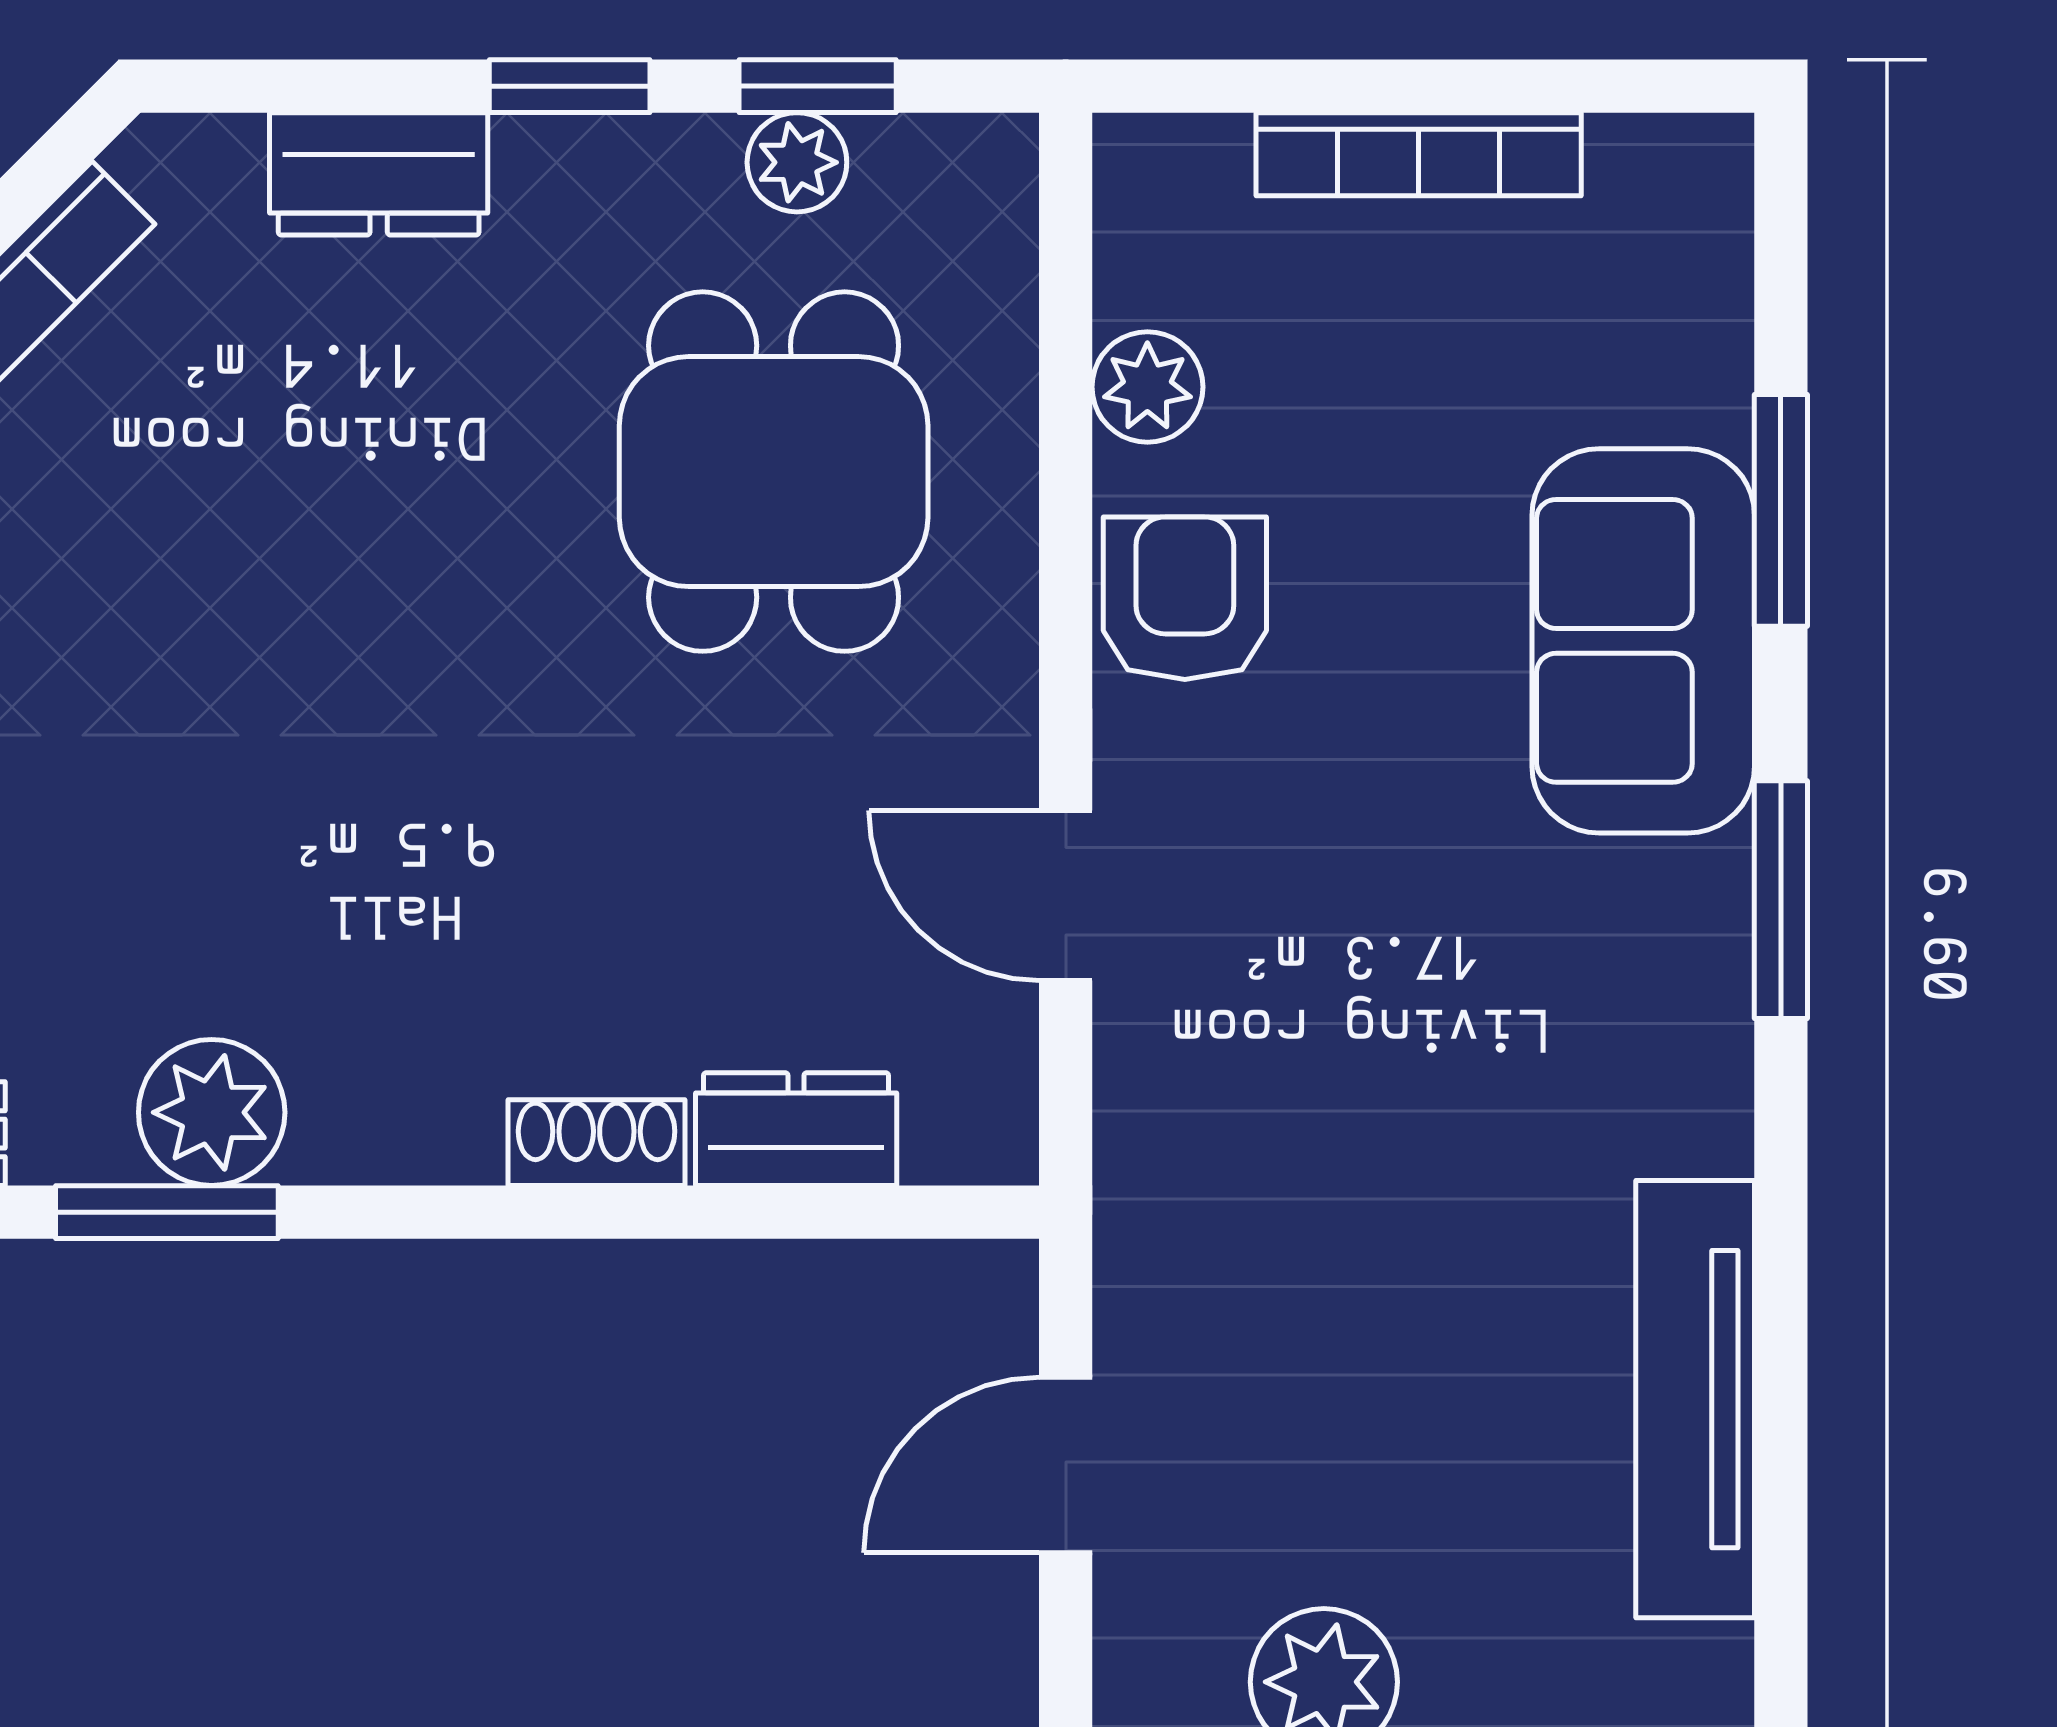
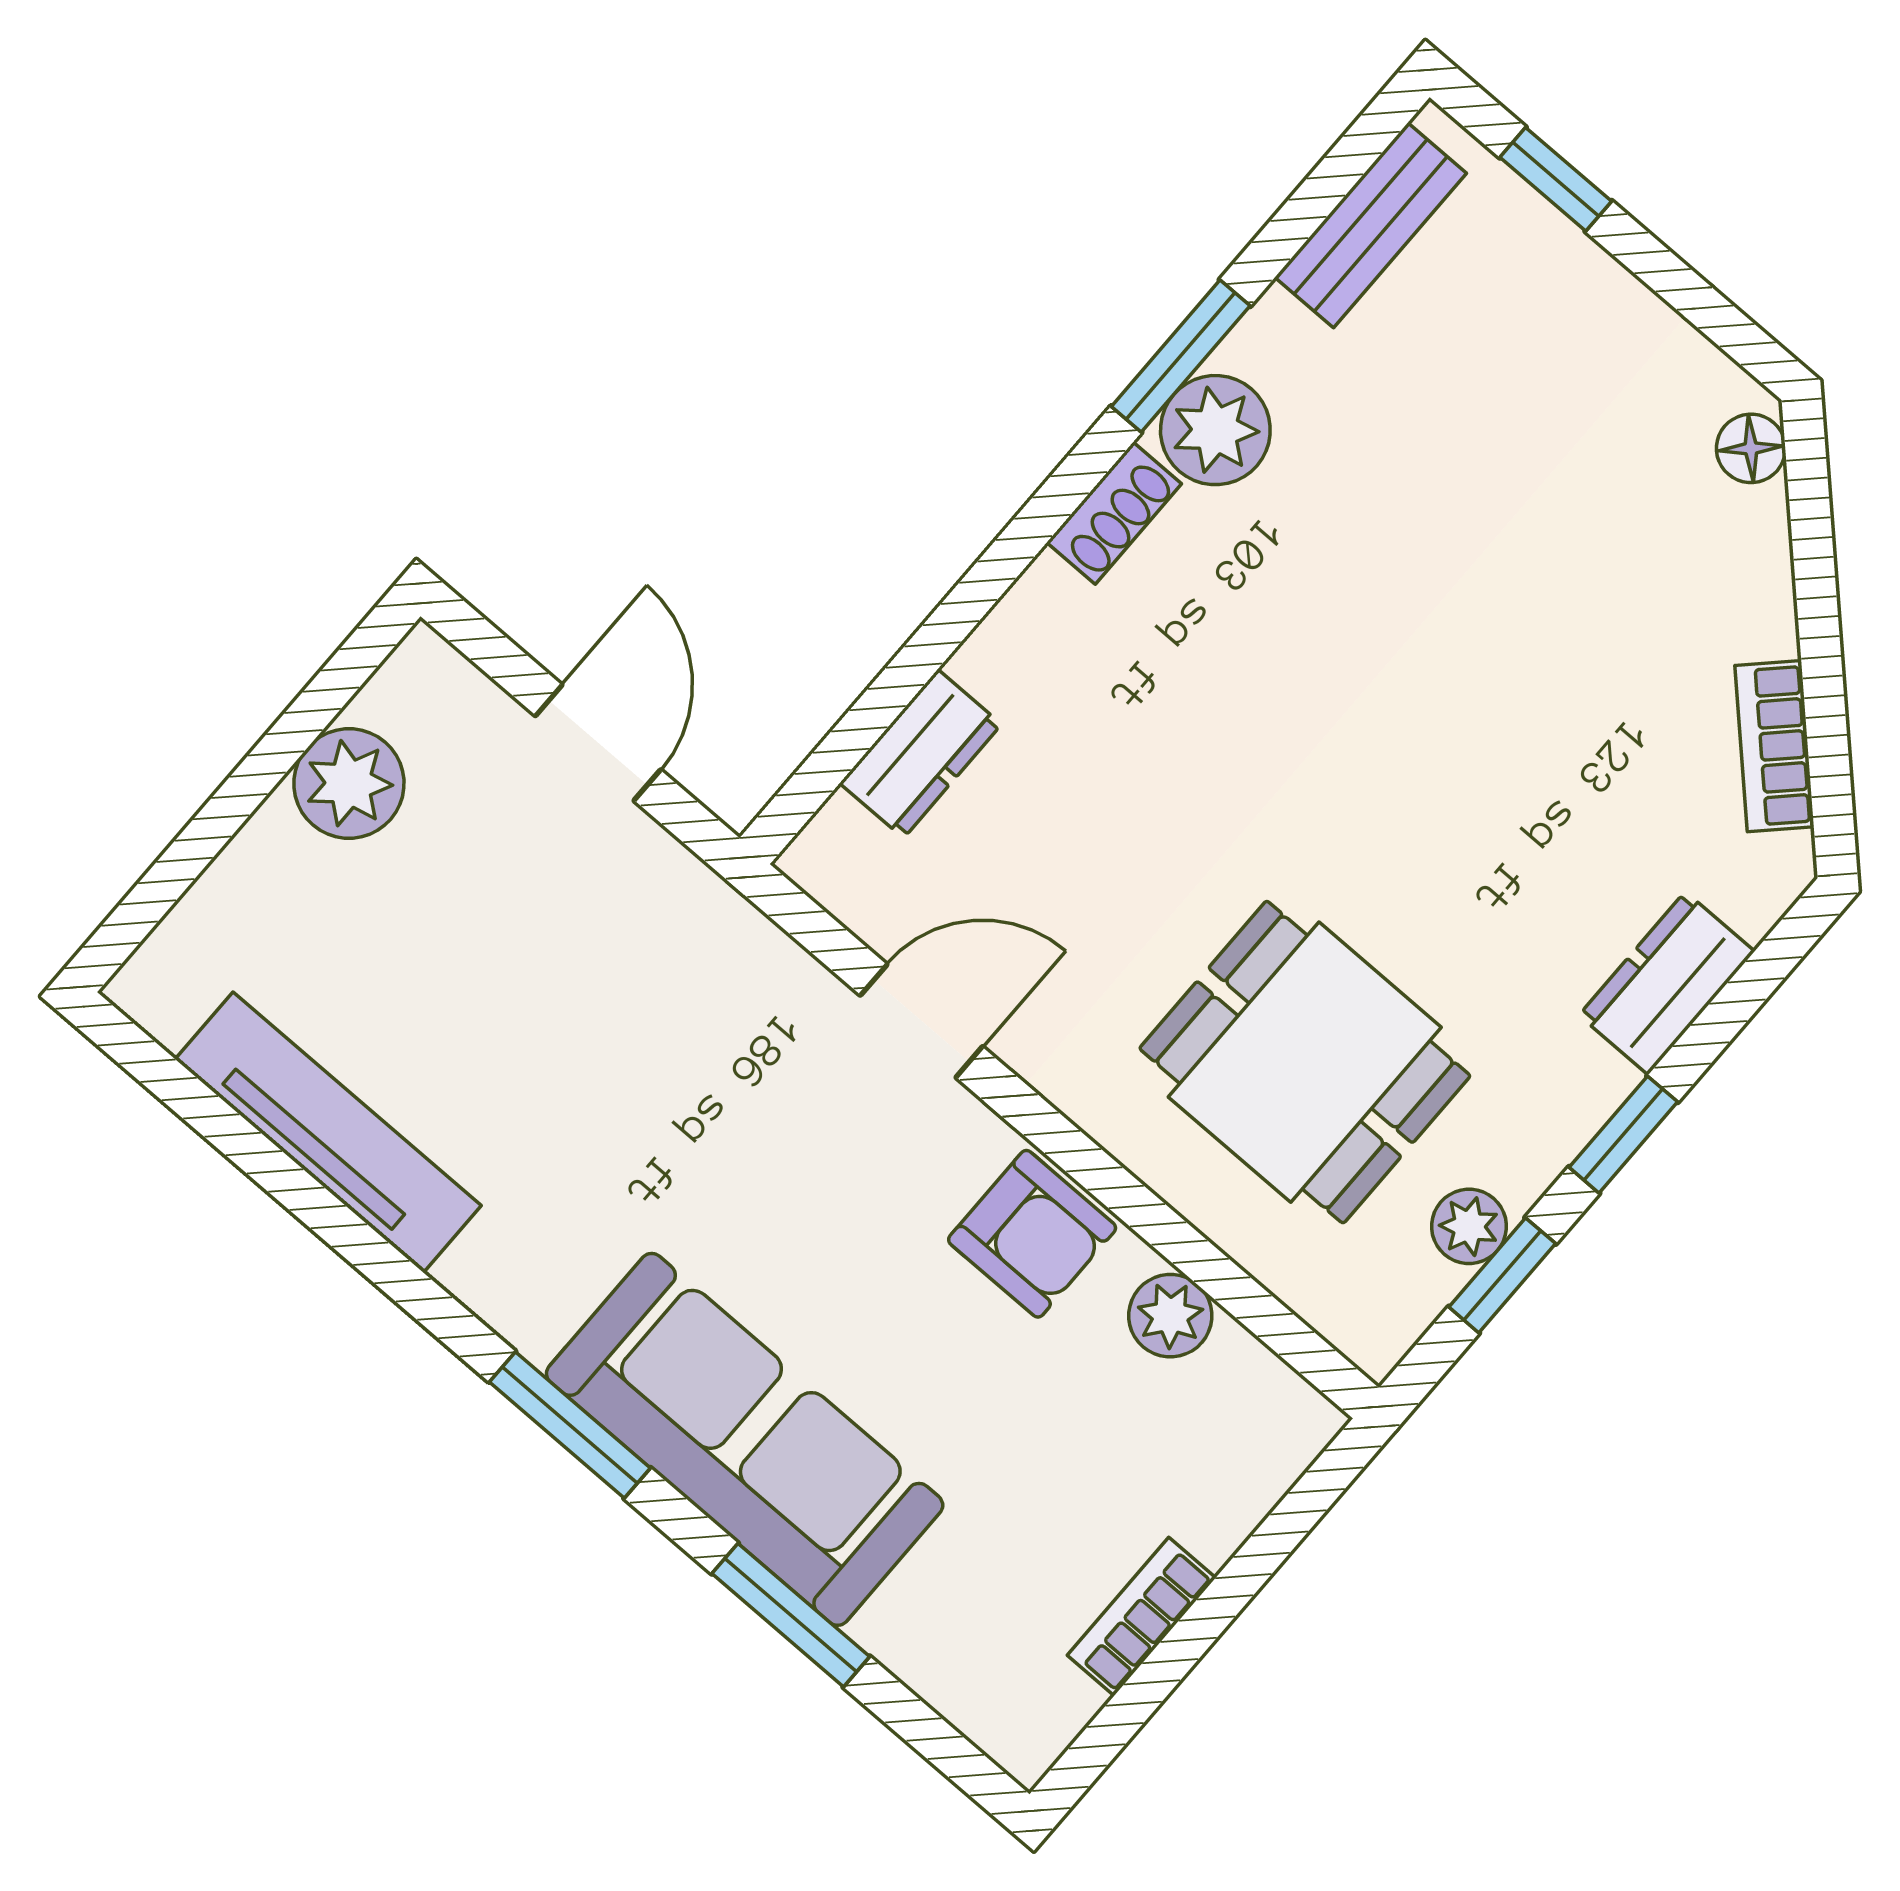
bookcase: (1419, 154) -> (1142, 1617), width x0.64
sofa: (1643, 641) -> (745, 1439), width x1.36
shoe rack: (597, 1143) -> (1114, 513), moved

